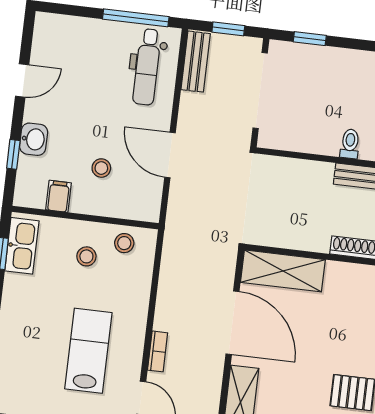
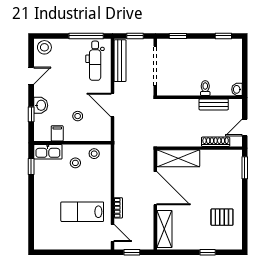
stool: (54, 30) -> (44, 47), added
bench: (196, 62) -> (120, 61), width x1.36
kitchen sink: (22, 246) -> (48, 152), moved, turned 90
lab bench: (88, 351) -> (82, 212), turned -90

